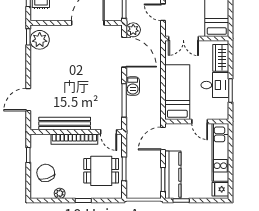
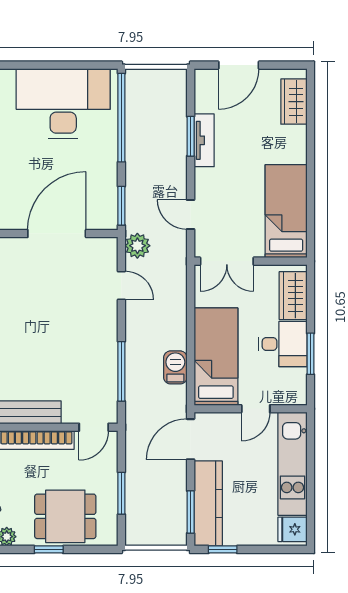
door: (124, 52) -> (121, 285), width x0.53
barbecue: (133, 86) -> (175, 367), moved, turned 180
door: (200, 121) -> (256, 409), hinge flipped
door: (109, 132) -> (94, 427), hinge flipped
dining table: (101, 171) -> (65, 516), moved

